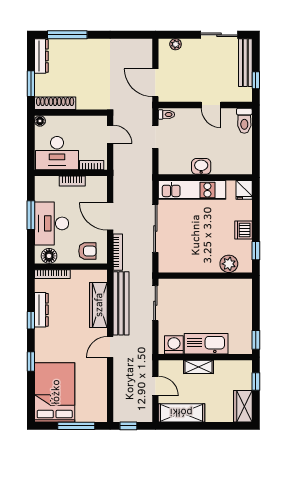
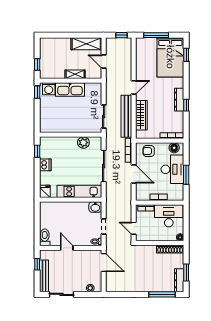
window: (31, 84) -> (186, 272), moved
washbasin: (201, 166) -> (95, 207), moved
plant: (229, 264) -> (83, 143), moved
dresser: (41, 310) -> (179, 100), moved
washing machine: (174, 345) -> (49, 89), moved
window: (31, 362) -> (186, 55), moved
wardrobe: (243, 406) -> (46, 48), removed

